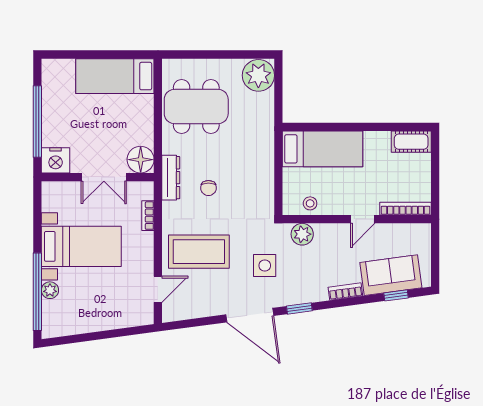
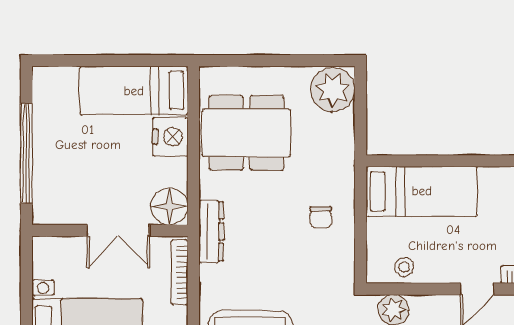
nightstand: (56, 160) -> (170, 137), moved, turned -90
chair: (208, 188) -> (321, 217), moved
bookcase: (148, 216) -> (180, 272), width x1.56

